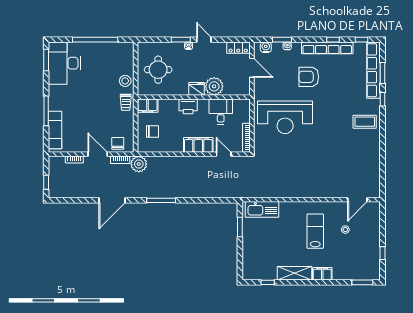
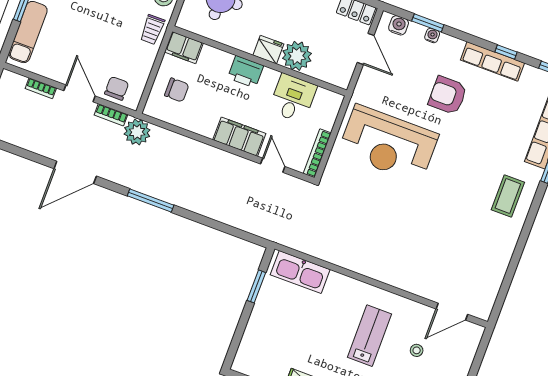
row of seats: (327, 48) -> (492, 61), width x0.73
coffee table: (365, 122) -> (508, 196), turned 90

